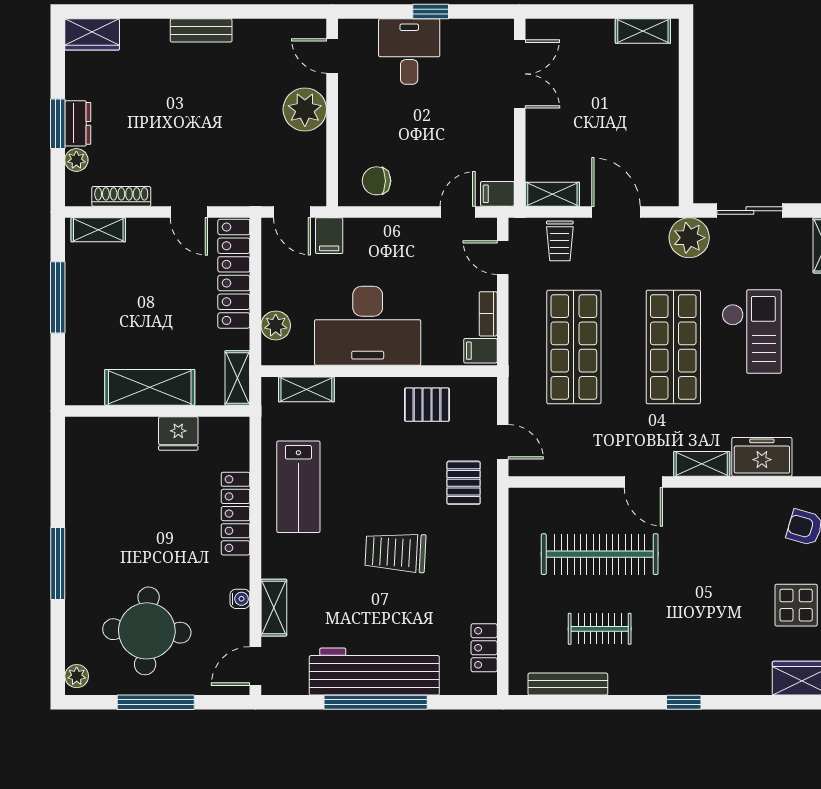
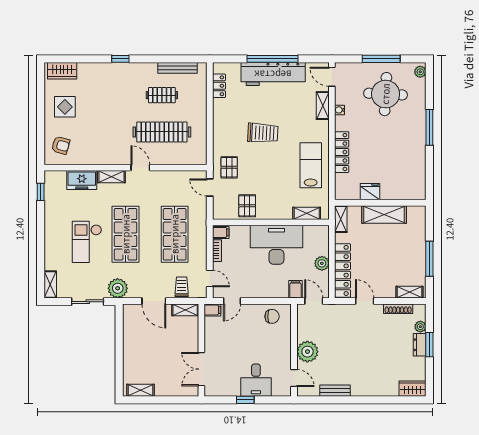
bench: (201, 30) -> (335, 391), moved
plant: (276, 325) -> (322, 263), moved
pallet: (427, 405) -> (247, 206), turned 90
door: (255, 666) -> (332, 77), swing flipped

